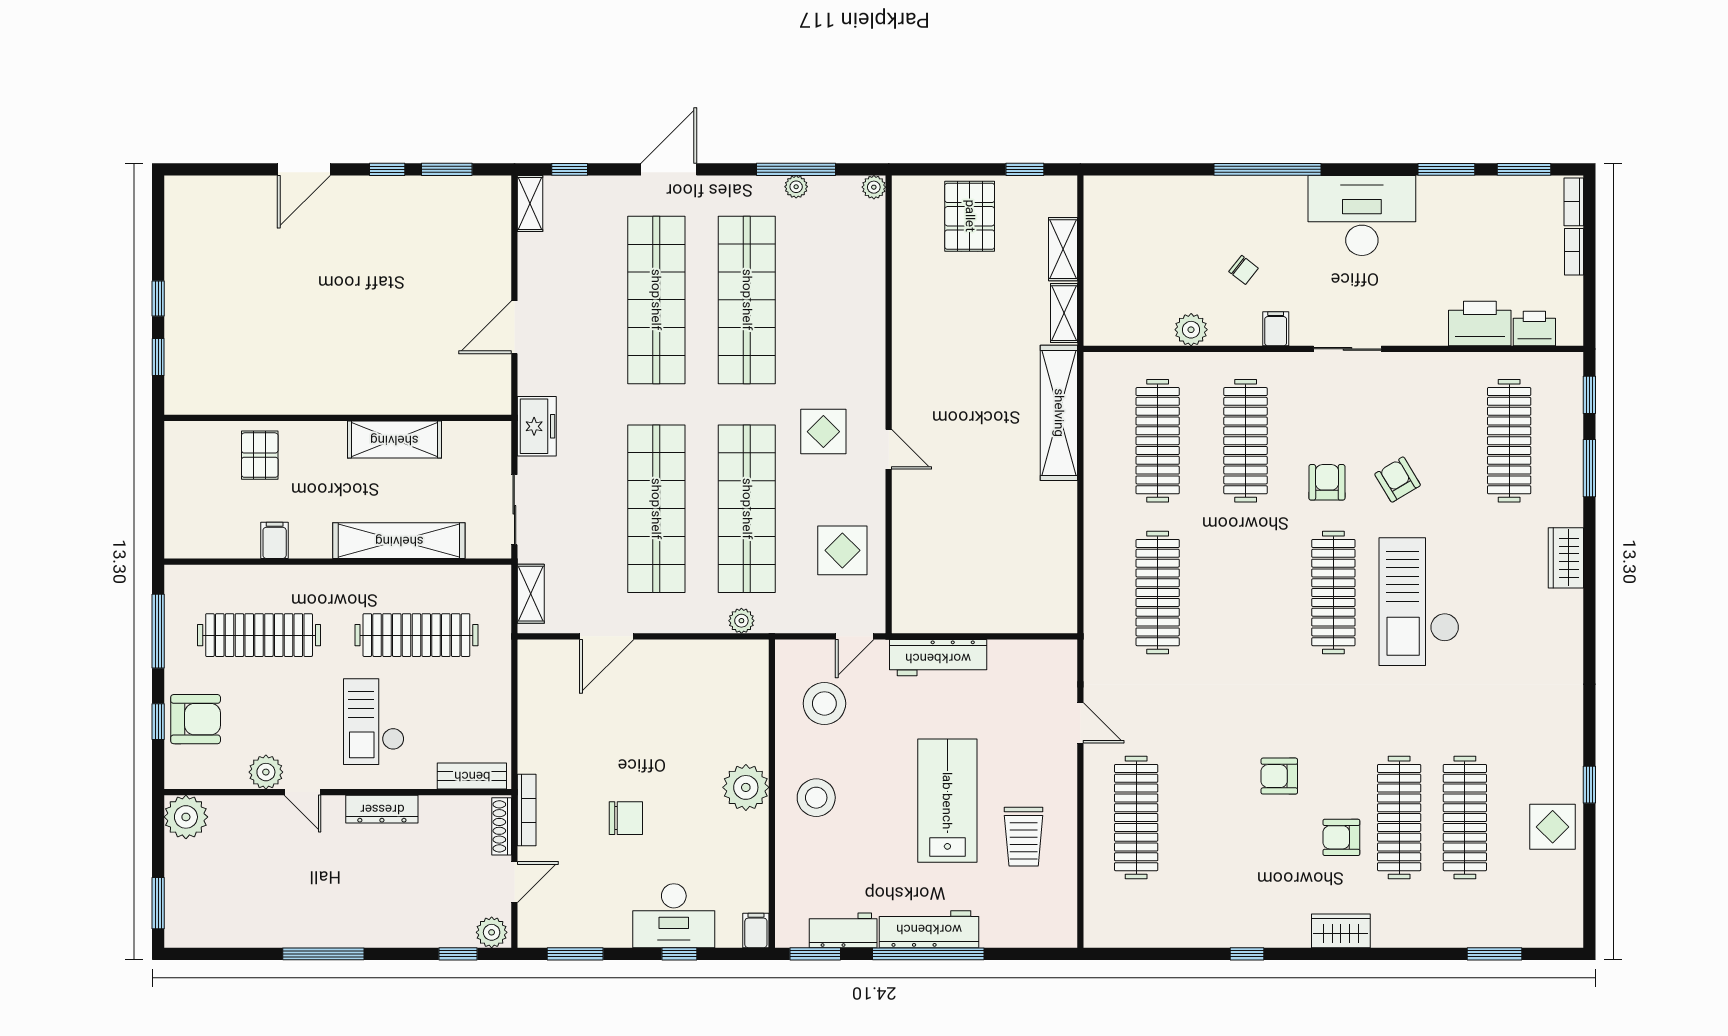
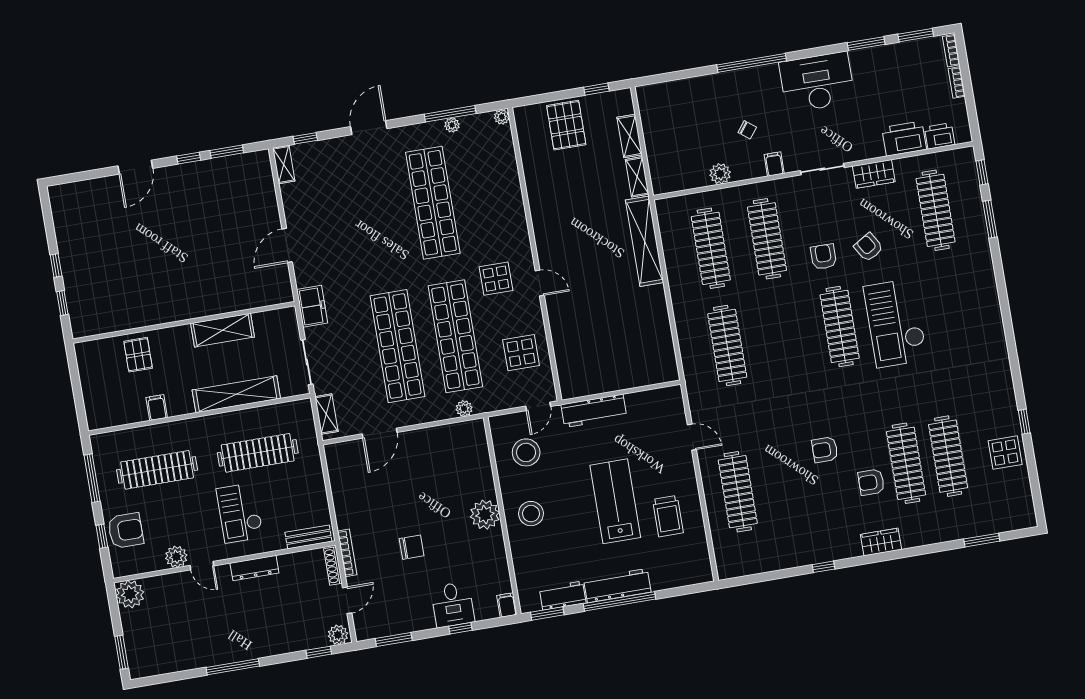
shop shelf: (656, 300) -> (375, 213), removed
wardrobe: (1566, 558) -> (874, 174), moved, turned -90
desk: (674, 916) -> (453, 605), width x0.73

